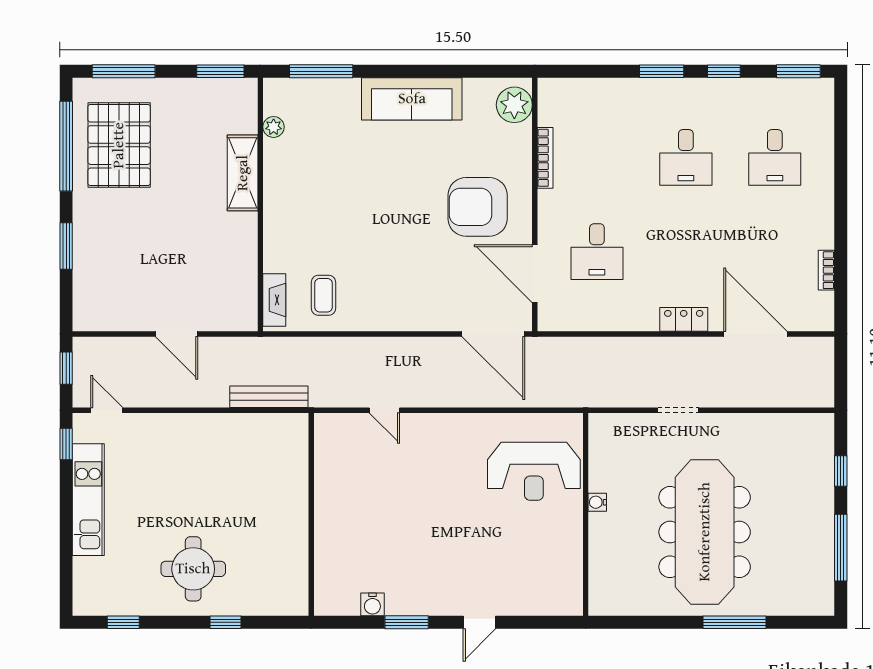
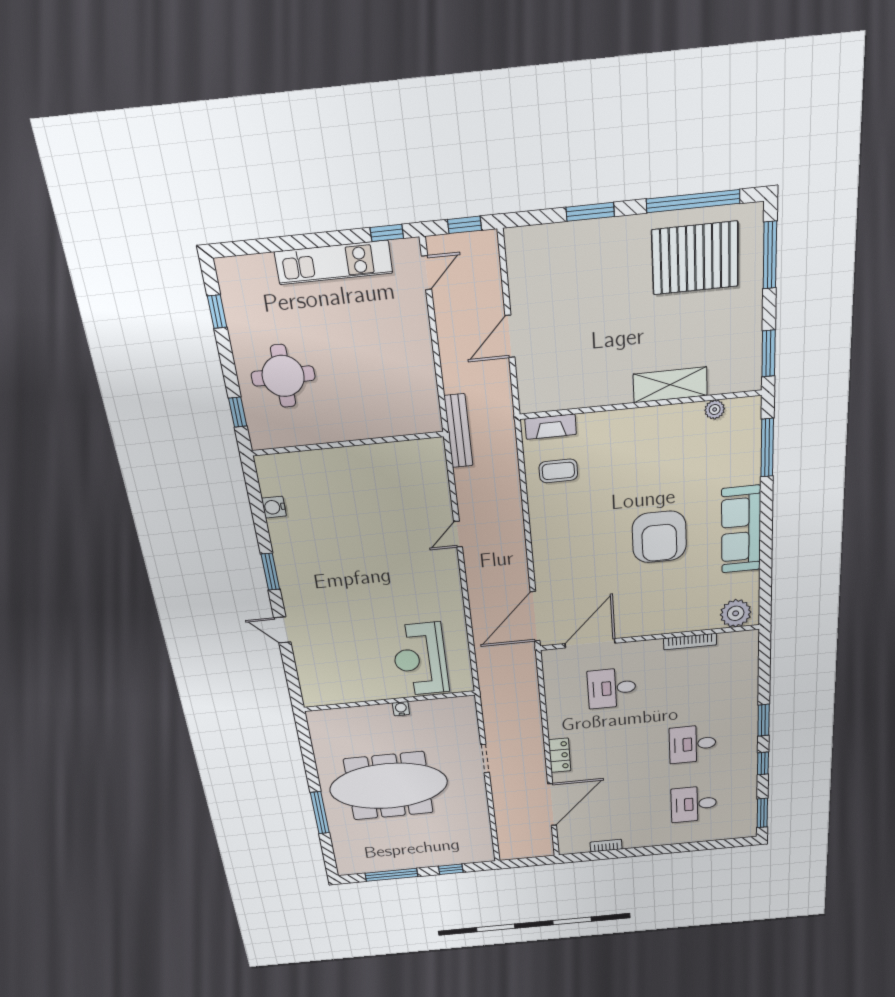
armchair: (478, 207) -> (659, 537), moved, turned 180
wall: (311, 514) -> (348, 444), moved
water cooler: (372, 604) -> (274, 507), moved

